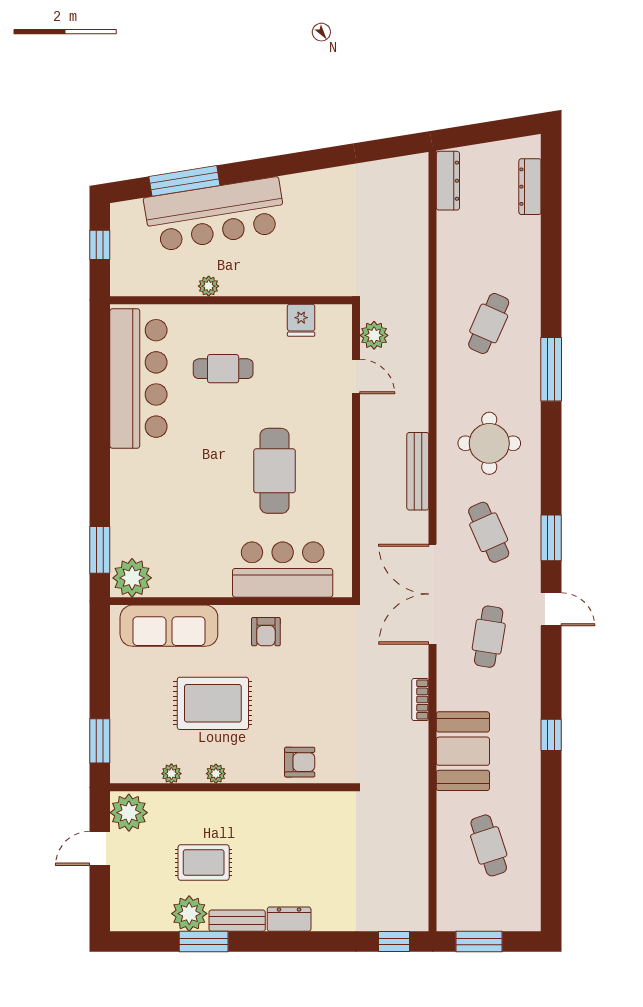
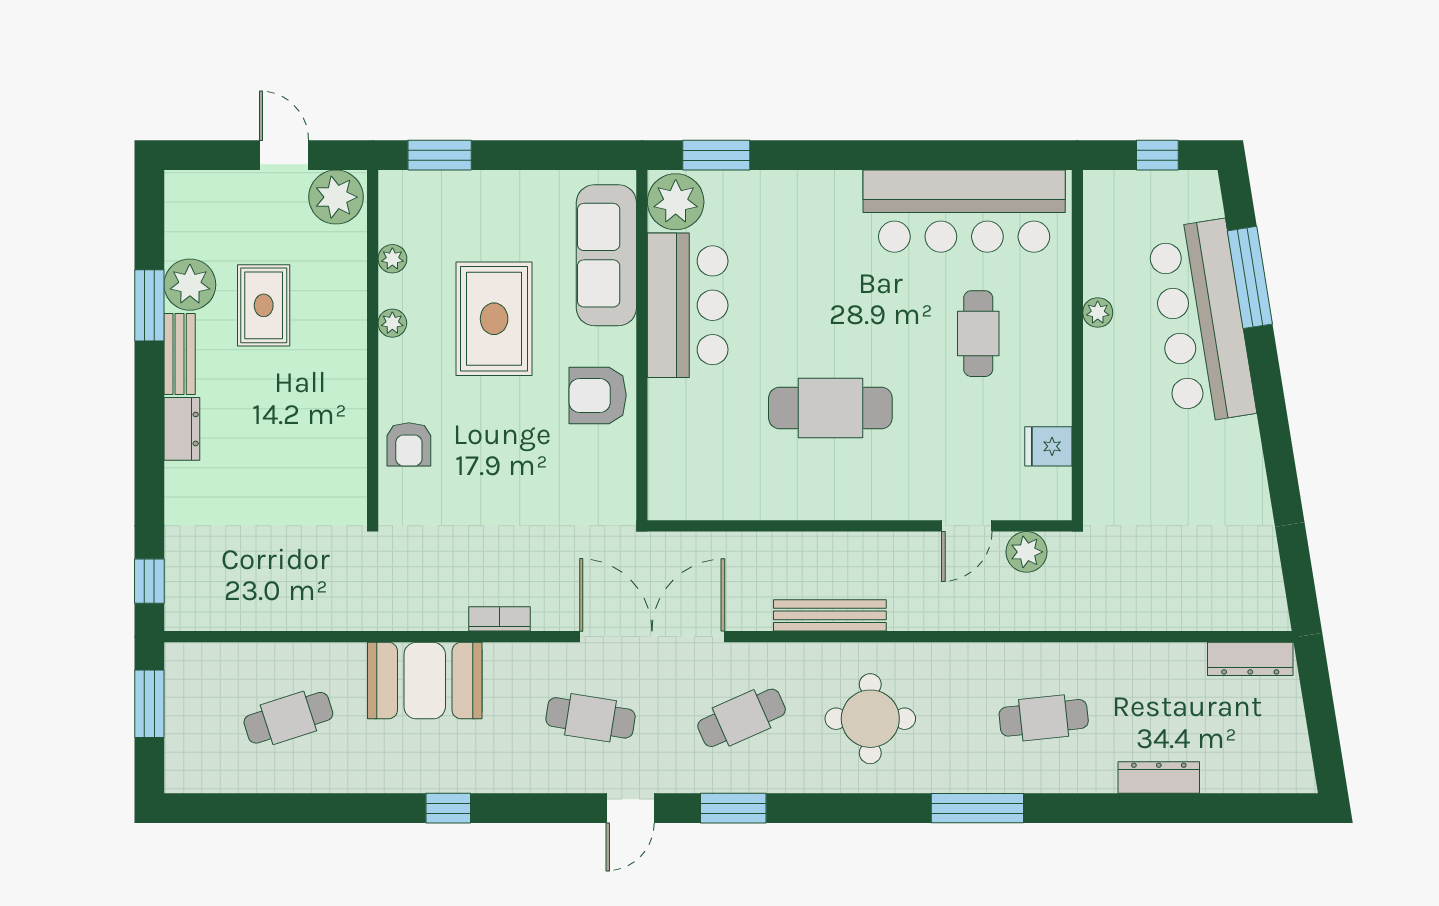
dresser: (530, 187) -> (1159, 778), moved
cafe table: (489, 323) -> (1044, 718), turned -30
bar counter: (283, 570) -> (688, 305), moved
armchair: (266, 632) -> (598, 395), width x1.38, depth x1.38

